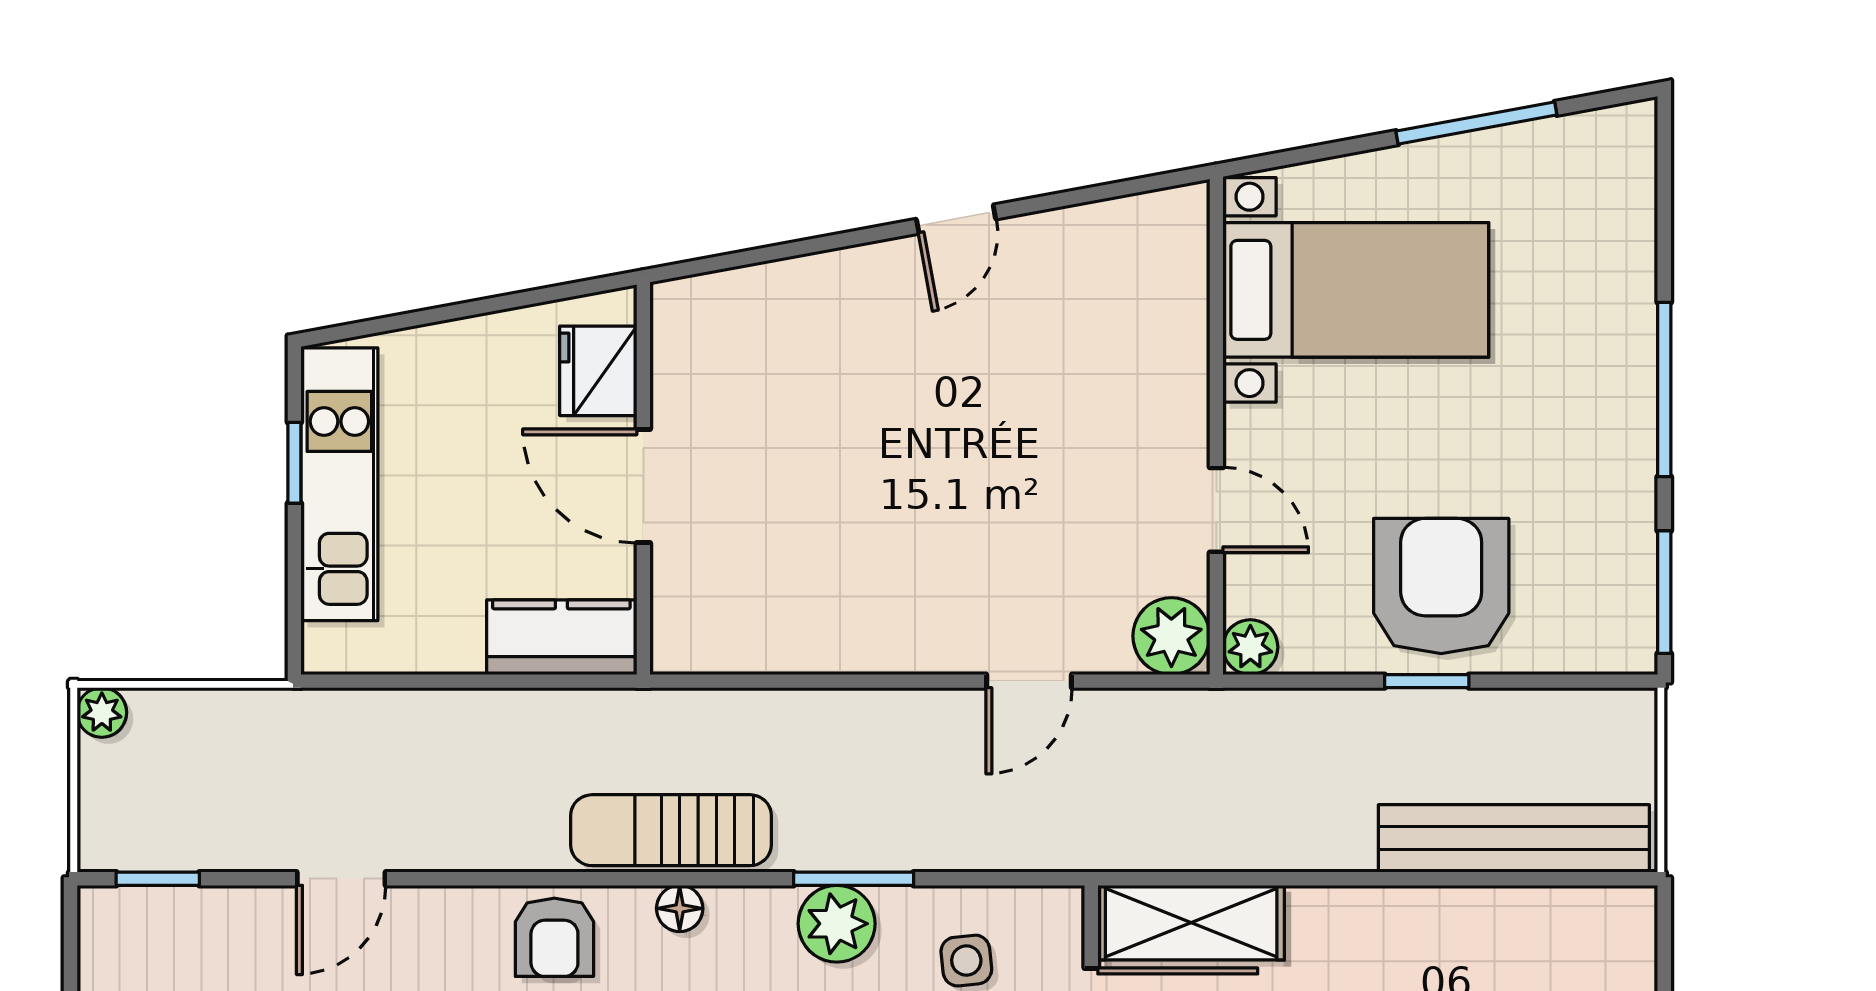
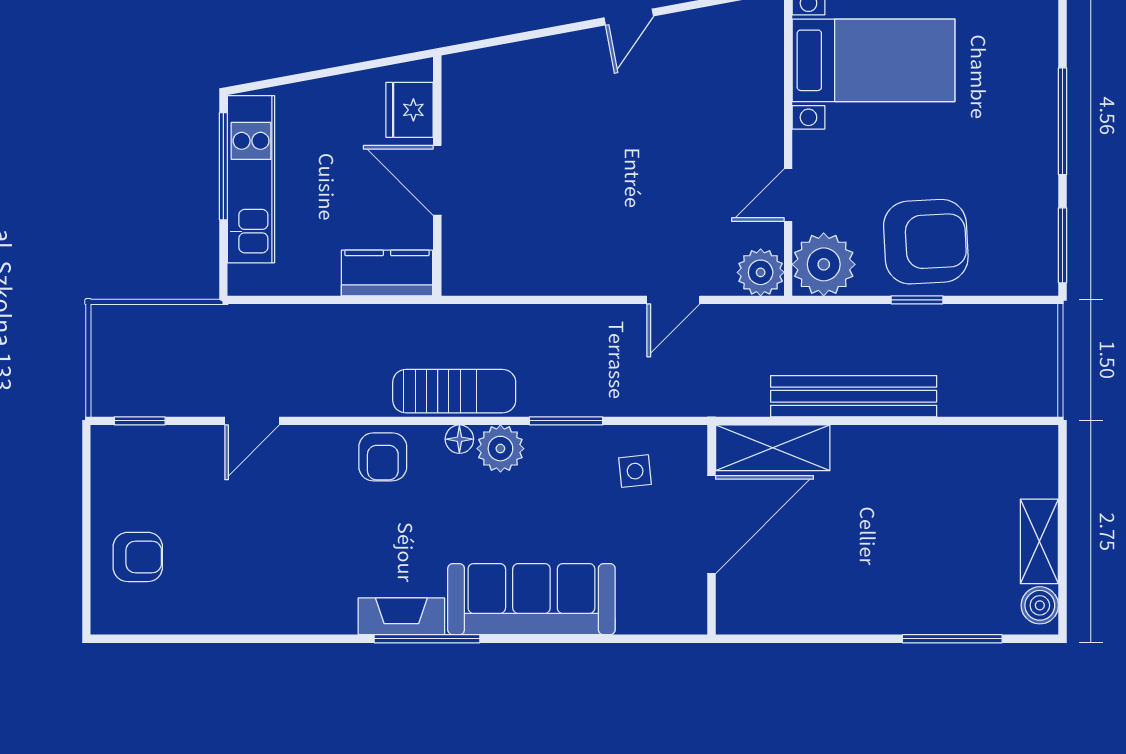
window: (294, 463) -> (223, 166), width x2.17
door: (1216, 510) -> (788, 195), swing flipped
armchair: (1441, 586) -> (926, 242), turned 87
plant: (1250, 647) -> (824, 264), width x1.88, depth x1.88
plant: (102, 712) -> (106, 319), removed
sun lounger: (671, 830) -> (454, 391), turned 180
bench: (1514, 838) -> (854, 396), moved
plant: (837, 924) -> (500, 449), moved

